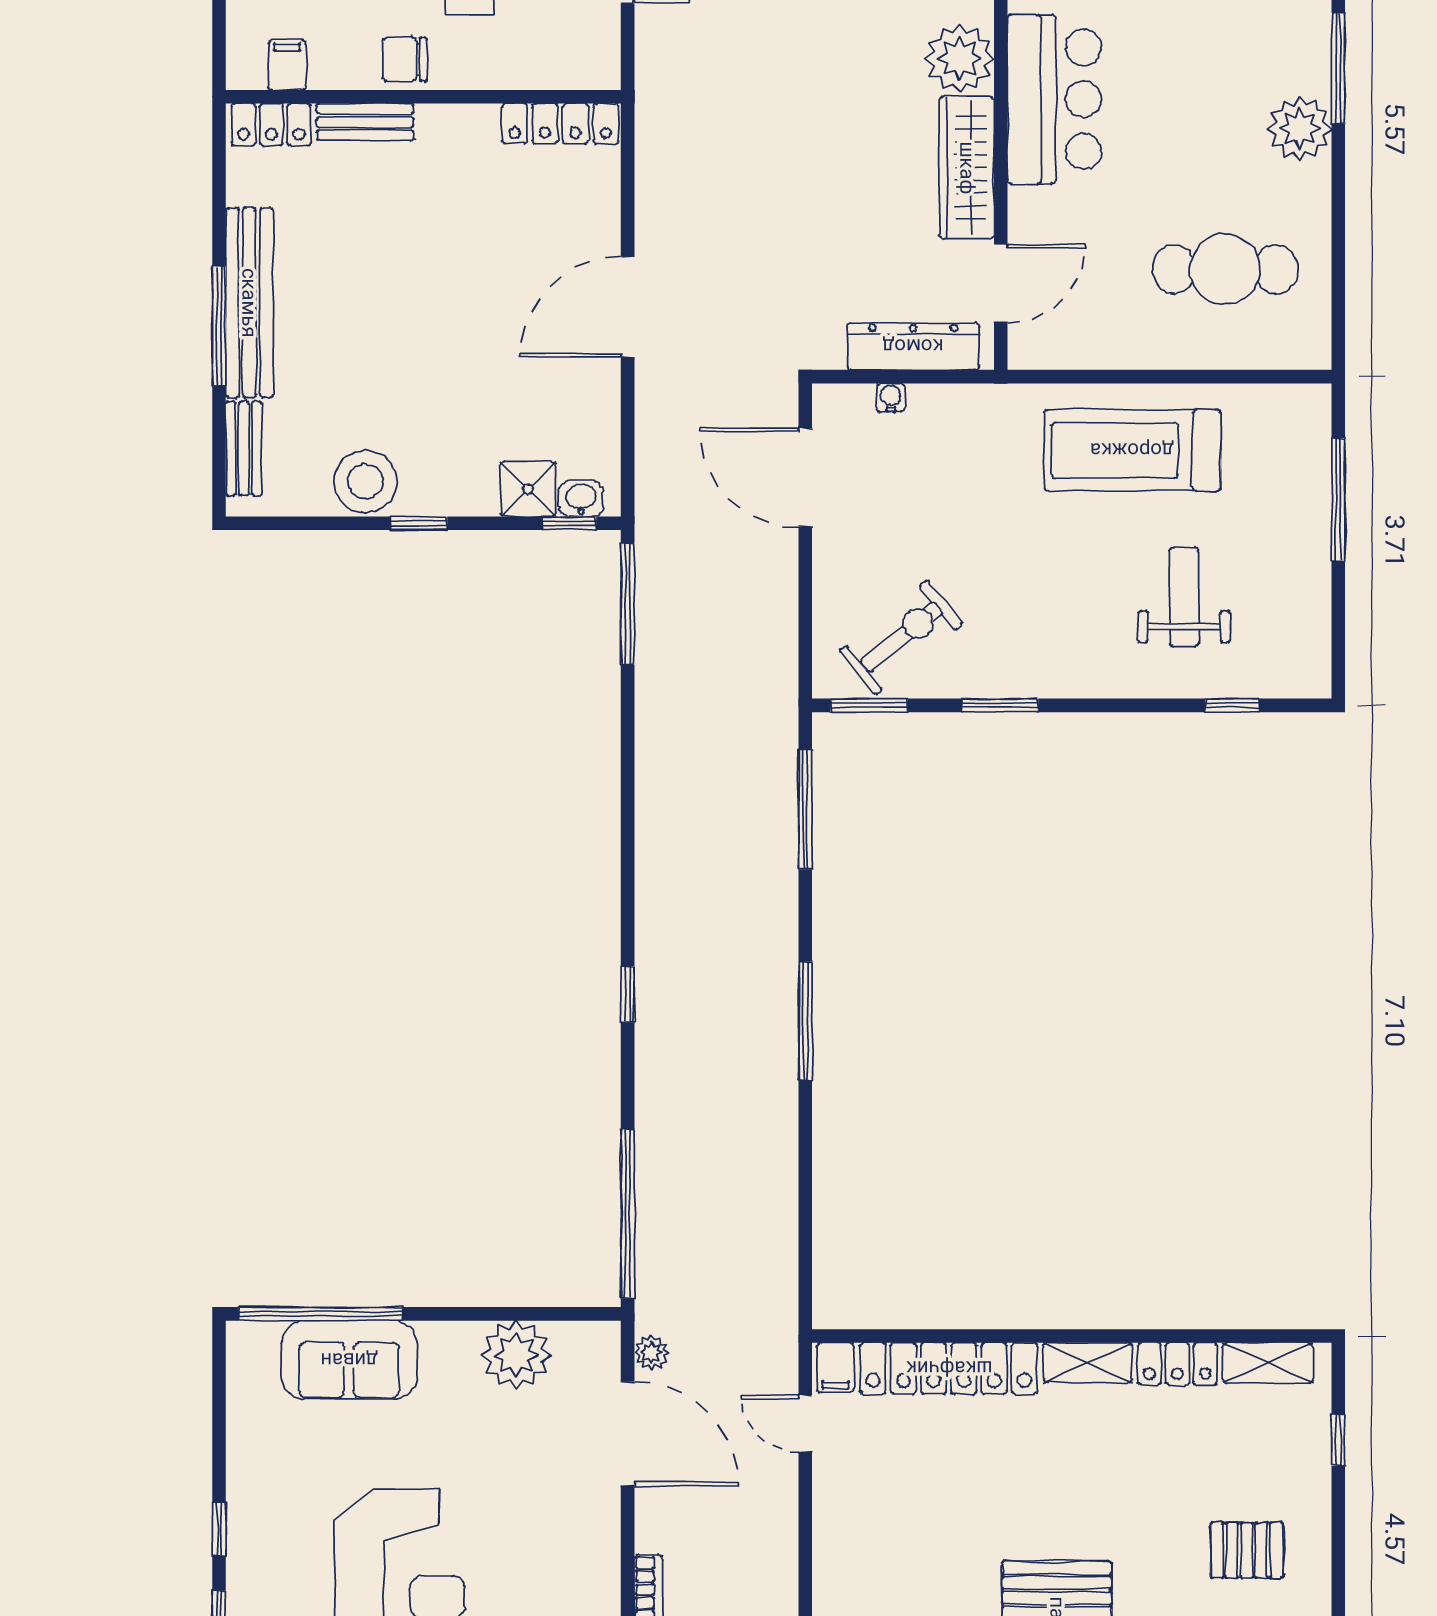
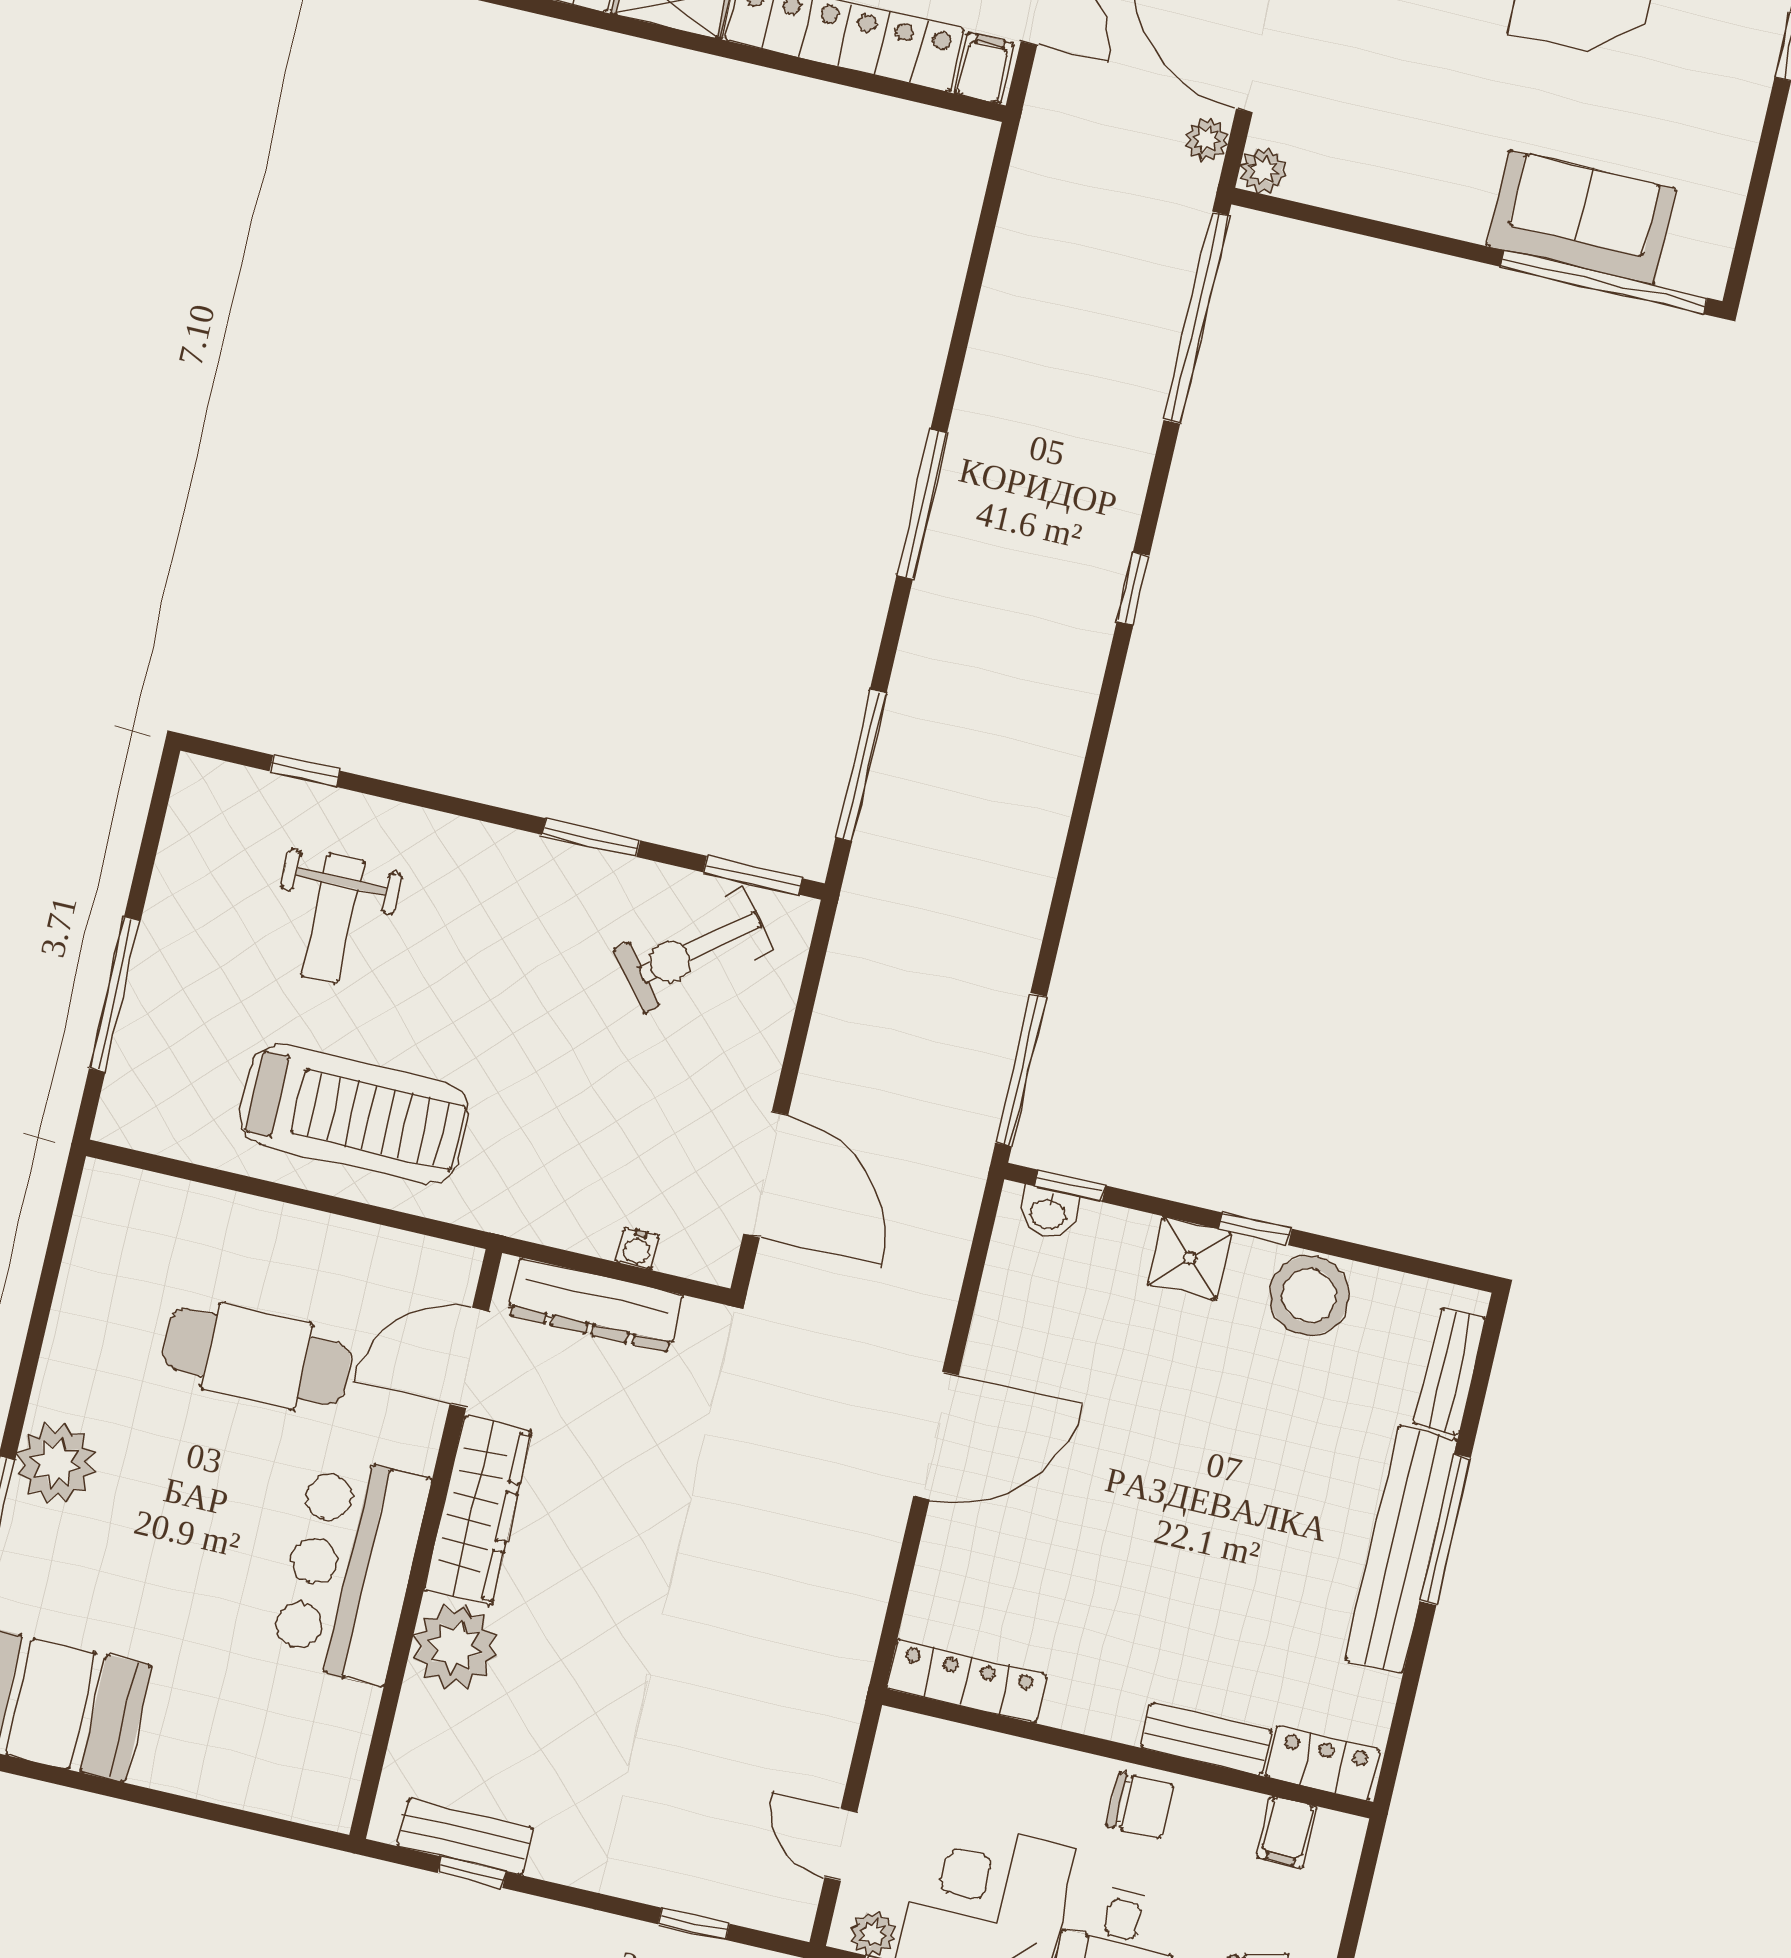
cafe table: (1225, 269) -> (257, 1356), moved
shower: (528, 489) -> (1190, 1258), moved
plant: (516, 1355) -> (1263, 170), moved, width x0.53, depth x0.53

